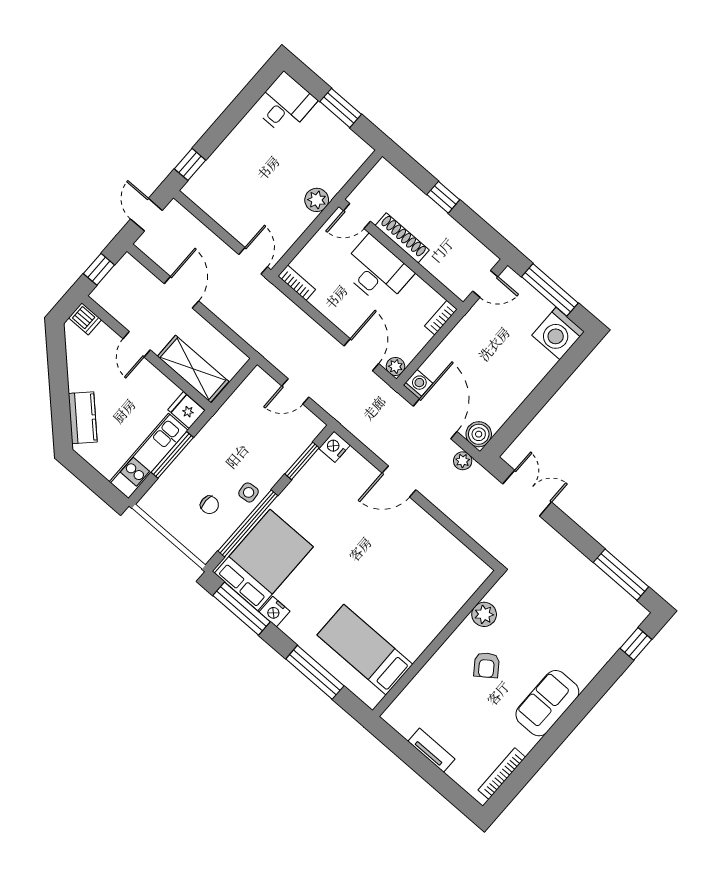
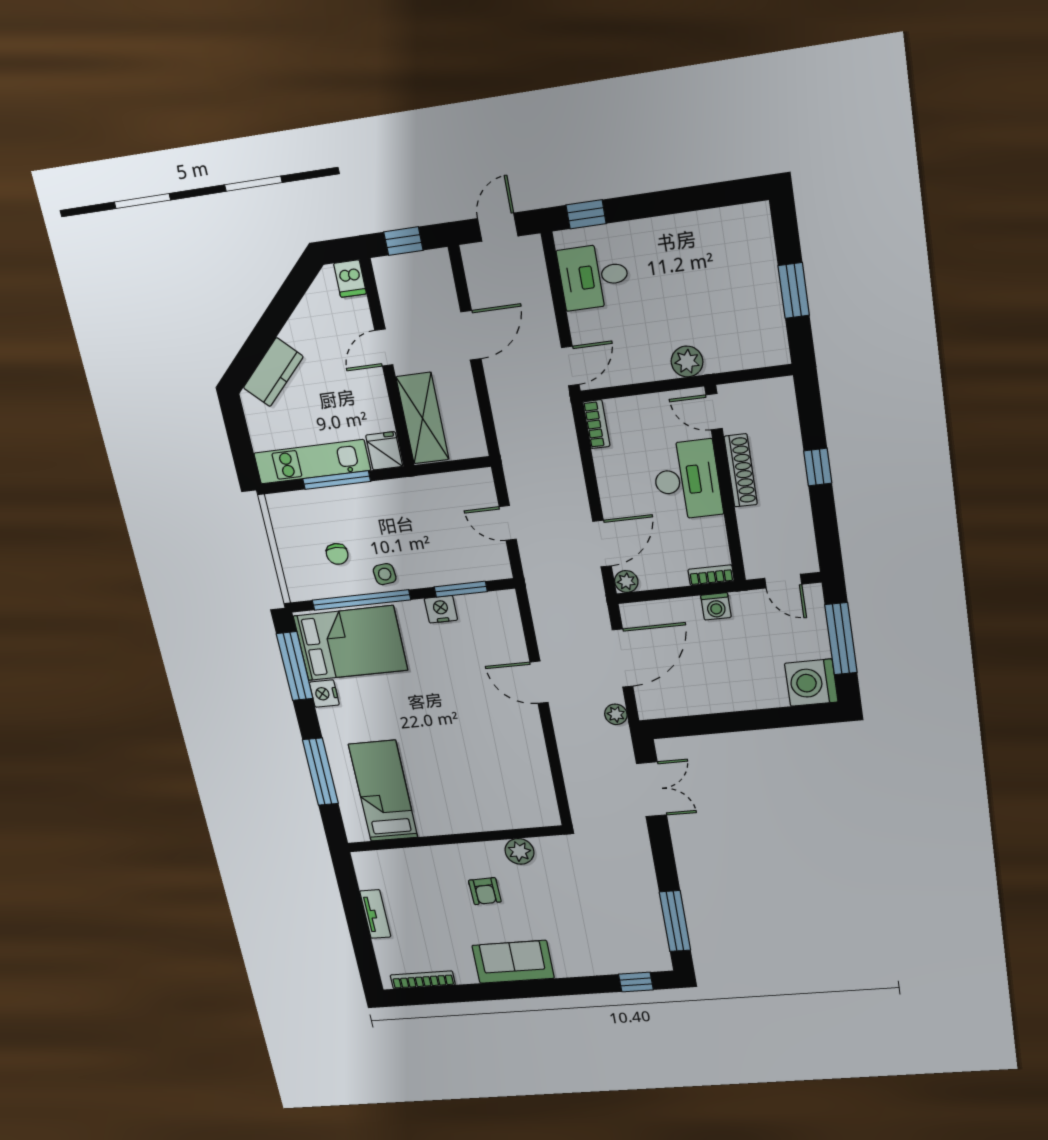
desk: (285, 104) -> (594, 277), moved, turned 180
washing machine: (418, 384) -> (716, 606), moved, turned 90
boiler: (479, 434) -> (652, 705), removed
nightstand: (334, 447) -> (441, 609), moved
armchair: (487, 665) -> (485, 891), turned -56

